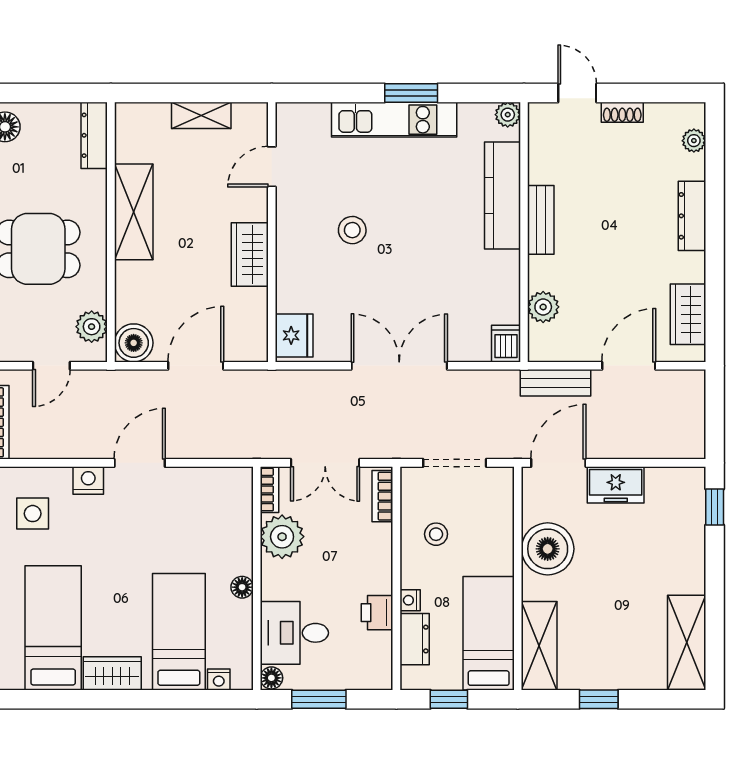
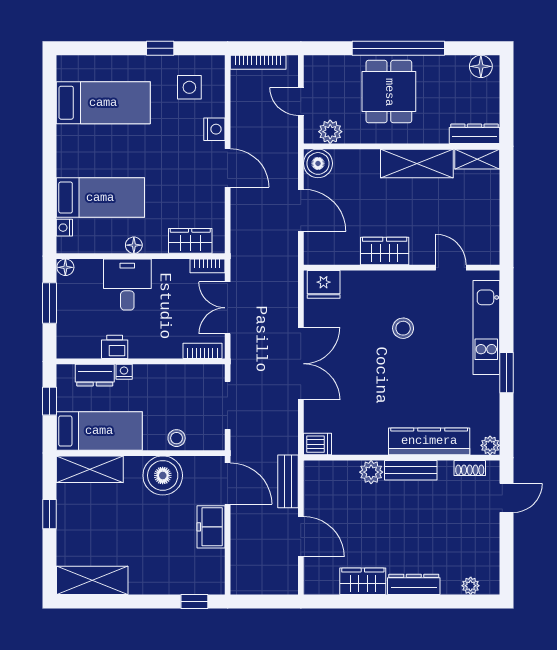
shoe rack: (622, 112) -> (470, 468), moved, turned -90
shelving: (201, 115) -> (477, 159), moved, turned 90
kitchen unit: (394, 120) -> (486, 328), moved
plant: (543, 307) -> (371, 472), moved
wardrobe: (688, 314) -> (363, 581), moved
stool: (436, 534) -> (177, 438), moved
plant: (282, 537) -> (172, 275), removed
desk: (294, 633) -> (127, 285), moved
wardrobe: (112, 673) -> (190, 241), moved, turned -90

